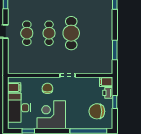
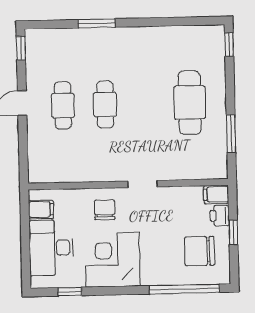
cafe table: (71, 33) -> (190, 103), moved

